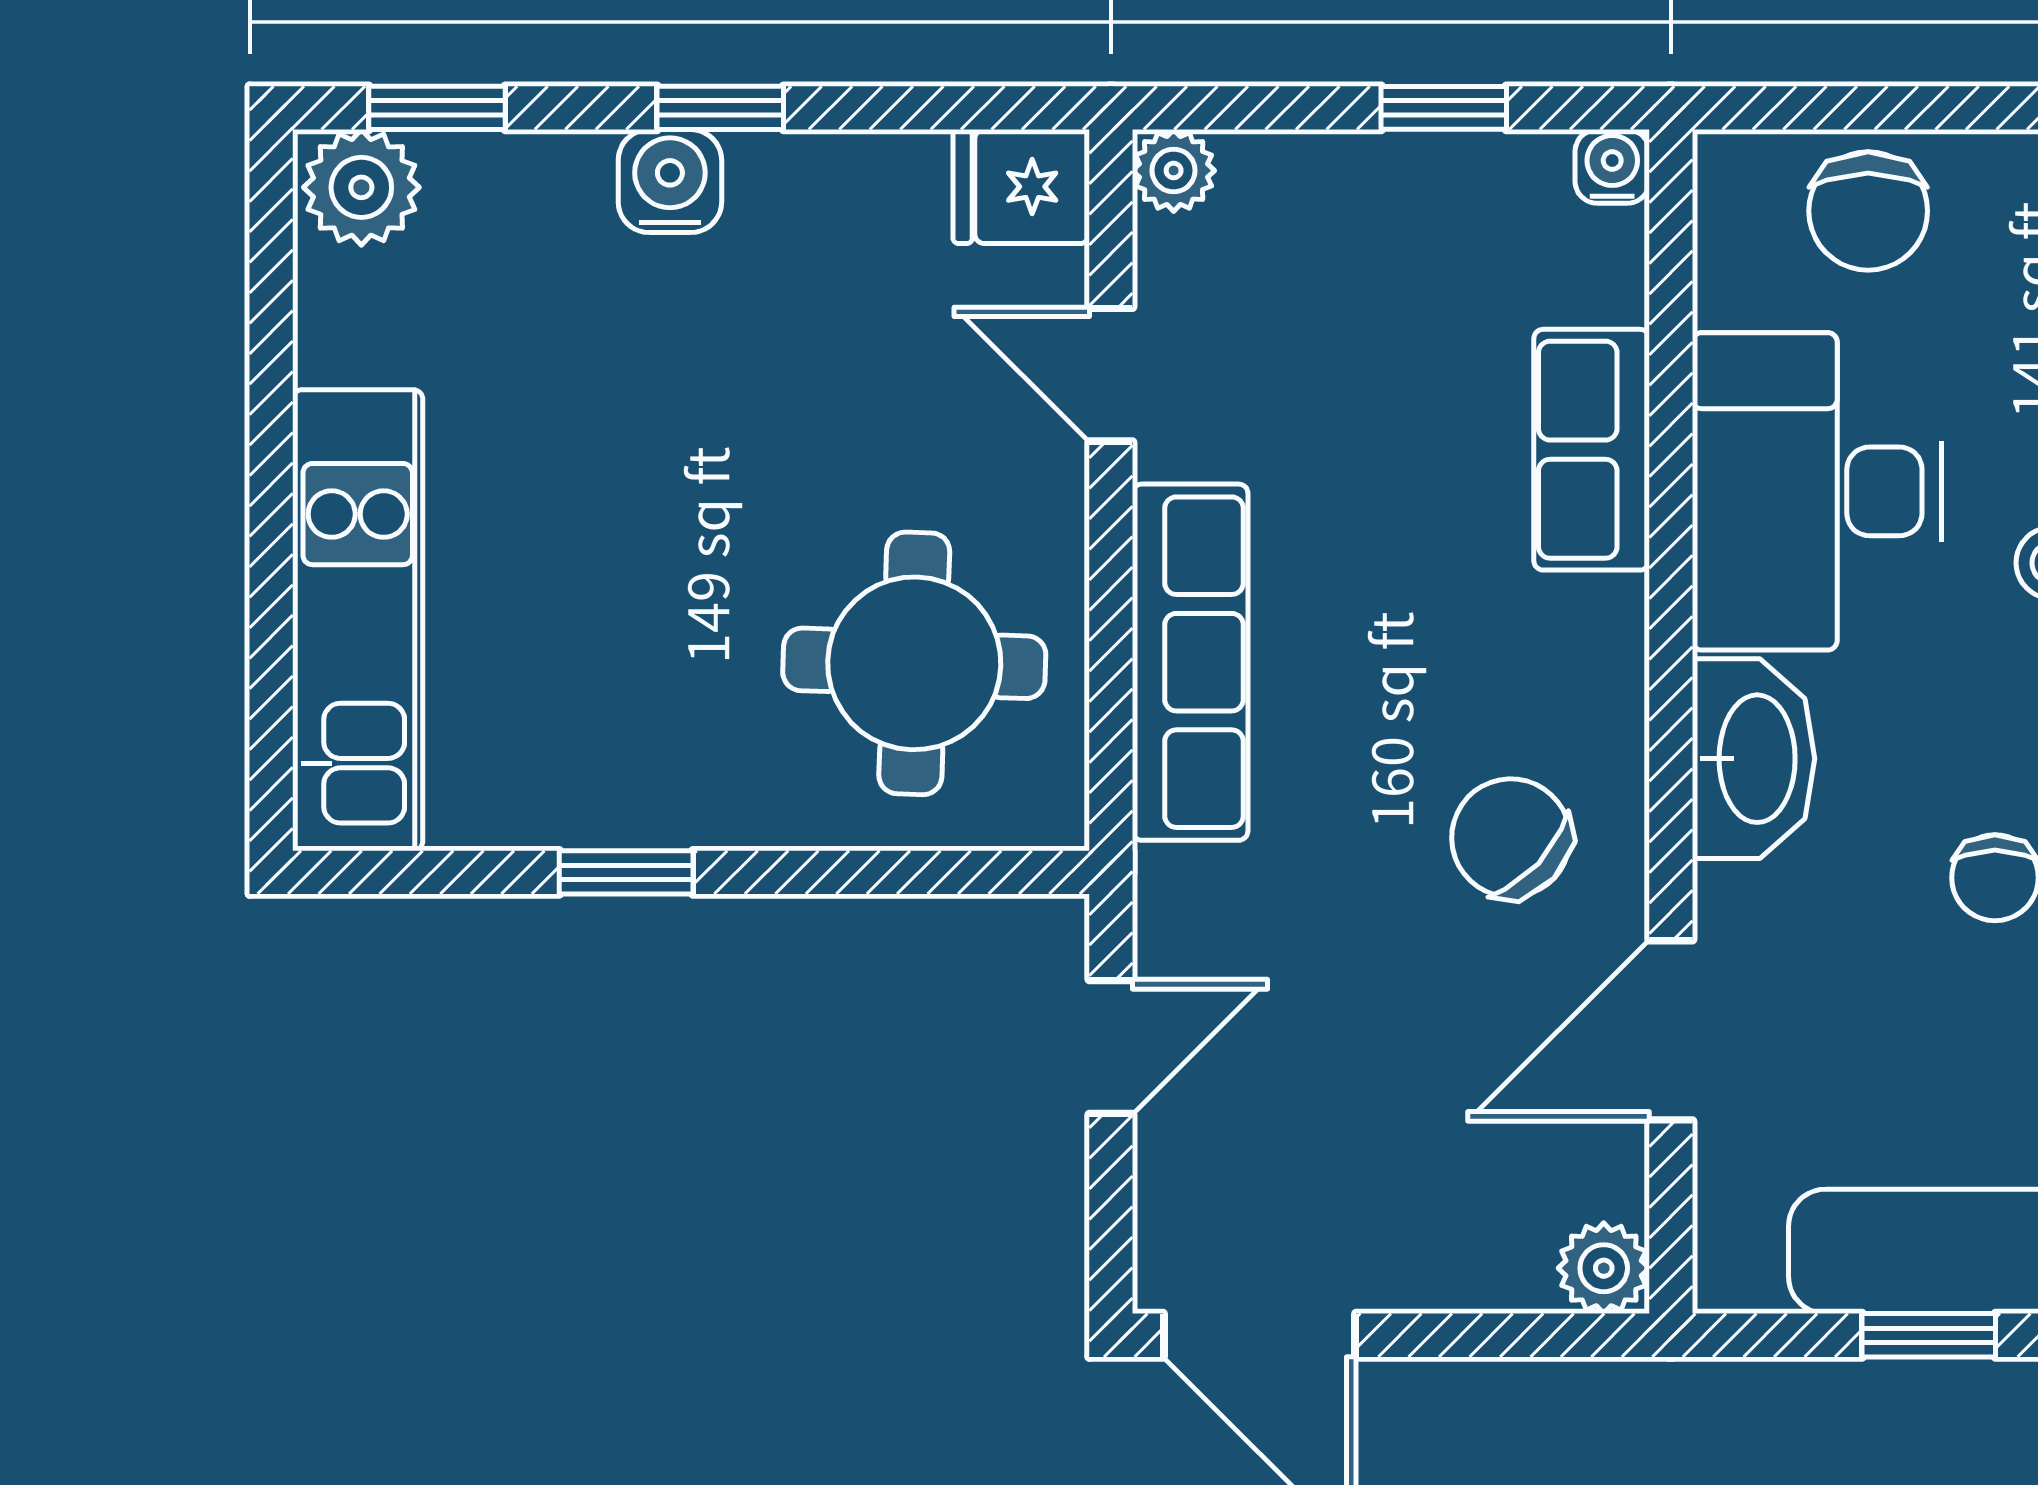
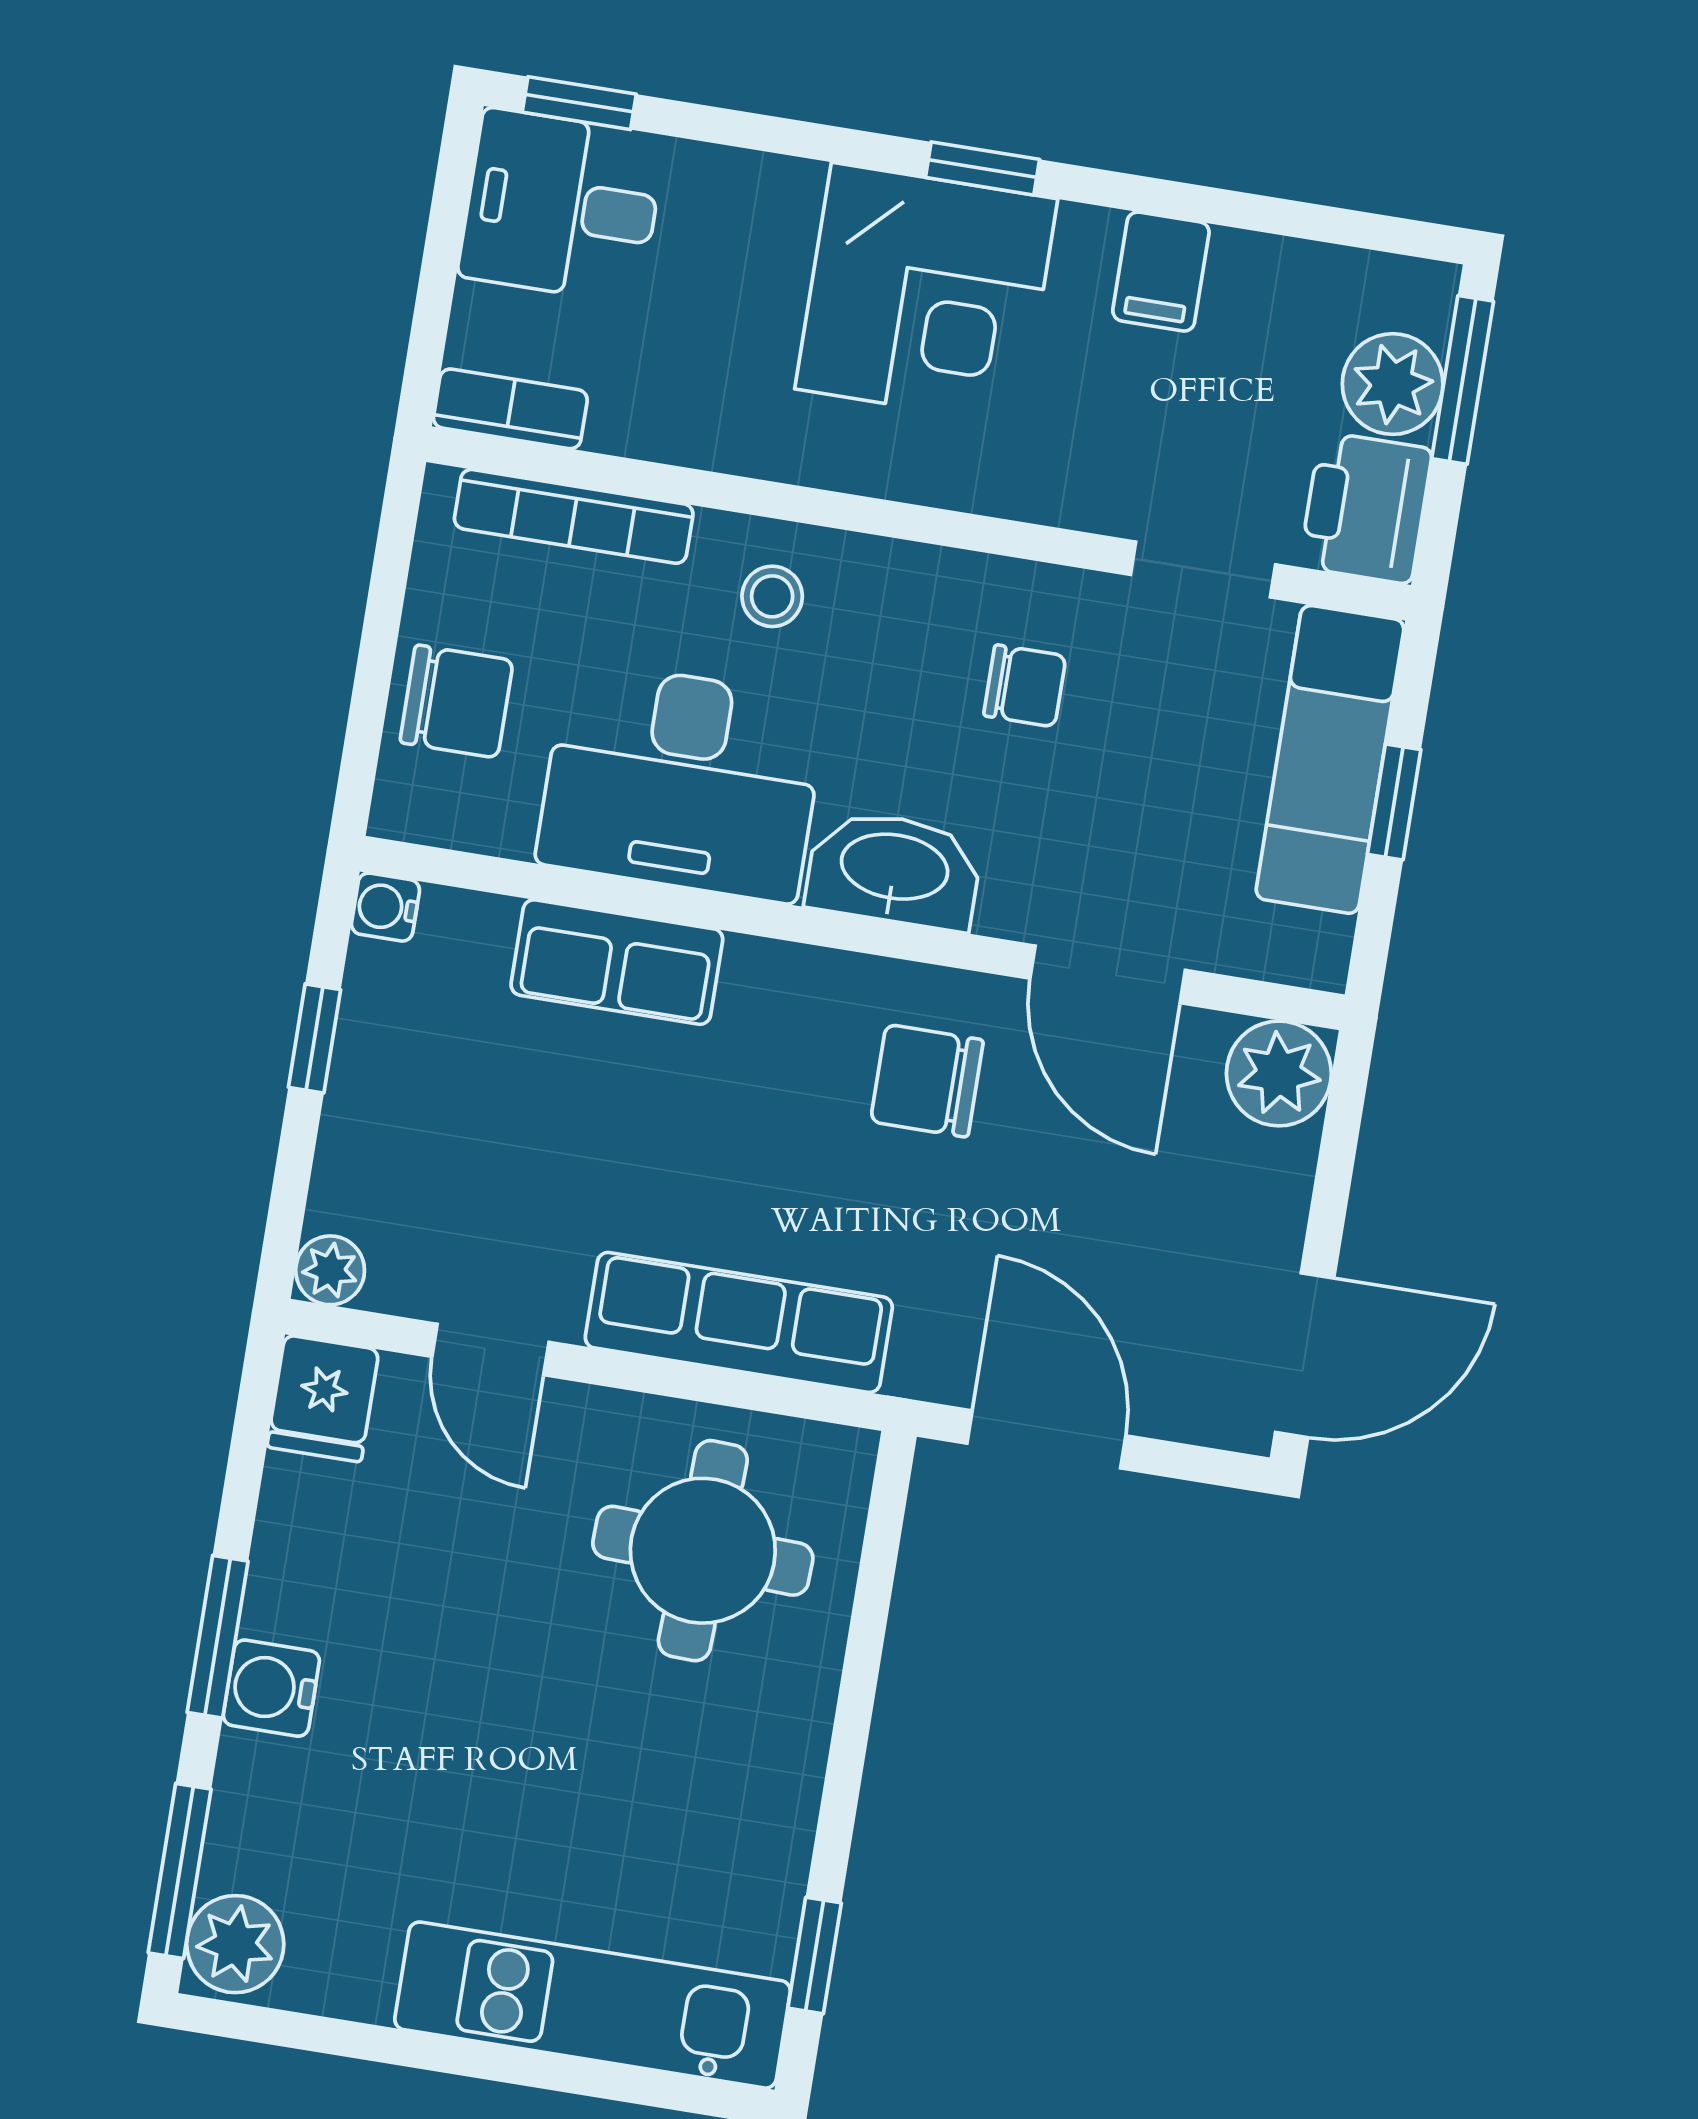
window: (437, 108) -> (180, 1871), width x1.50
window: (720, 108) -> (218, 1637), width x1.50
door: (1111, 375) -> (490, 1349), hinge flipped
chair: (1511, 838) -> (927, 1081), turned 47
window: (626, 872) -> (815, 1955), moved
door: (1111, 1047) -> (1046, 1439), width x1.38
plant: (1604, 1268) -> (1279, 1073), width x1.38, depth x1.38

